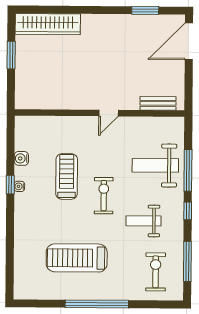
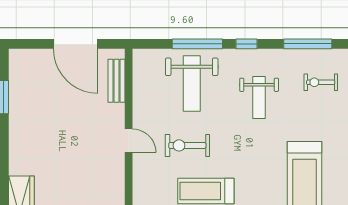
door: (189, 41) -> (76, 44), moved
exercise bike: (104, 196) -> (187, 145), moved
exercise bike: (156, 272) -> (321, 82), width x0.73, depth x0.72

